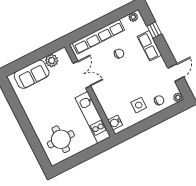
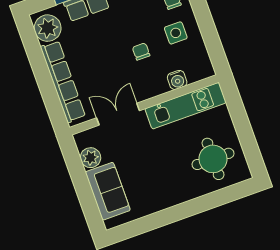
plant: (133, 17) -> (48, 28), width x1.87, depth x1.87
chair: (119, 54) -> (141, 51), moved
water cooler: (115, 123) -> (177, 80), moved

